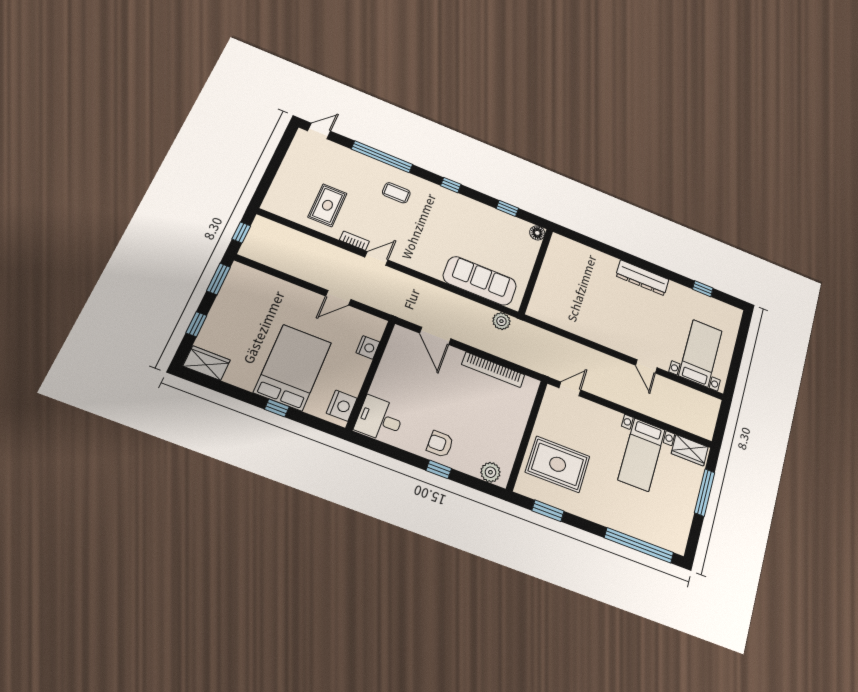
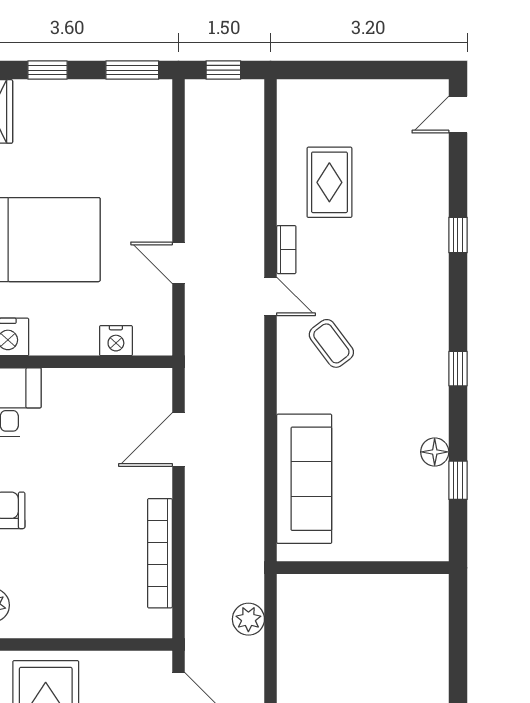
door: (319, 131) -> (458, 115), swing flipped
window: (382, 157) -> (458, 235), width x0.32
coffee table: (396, 193) -> (331, 343), moved, turned -37
rug: (327, 205) -> (329, 182), turned 90
floor lamp: (537, 233) -> (435, 452), moved
plant: (501, 321) -> (248, 619), moved

